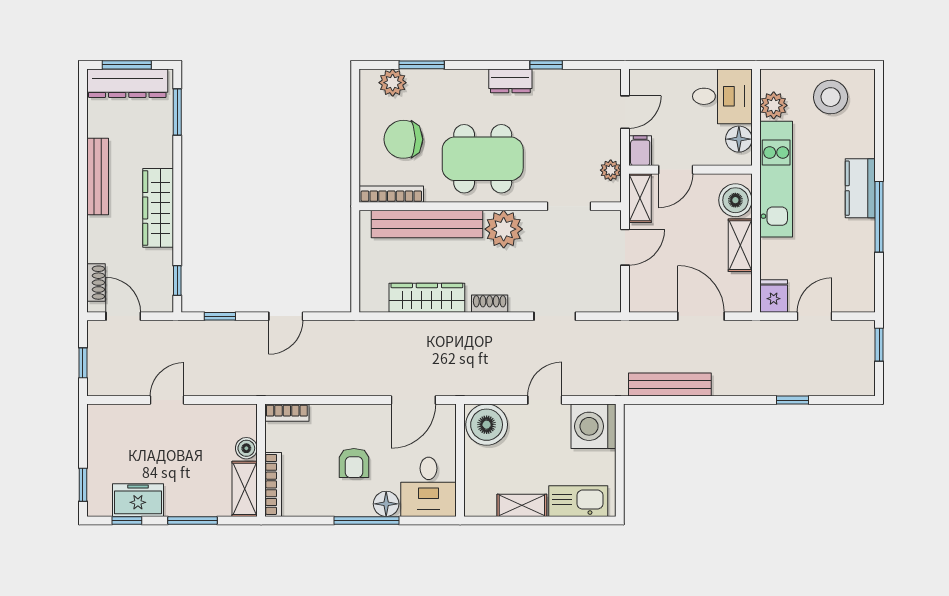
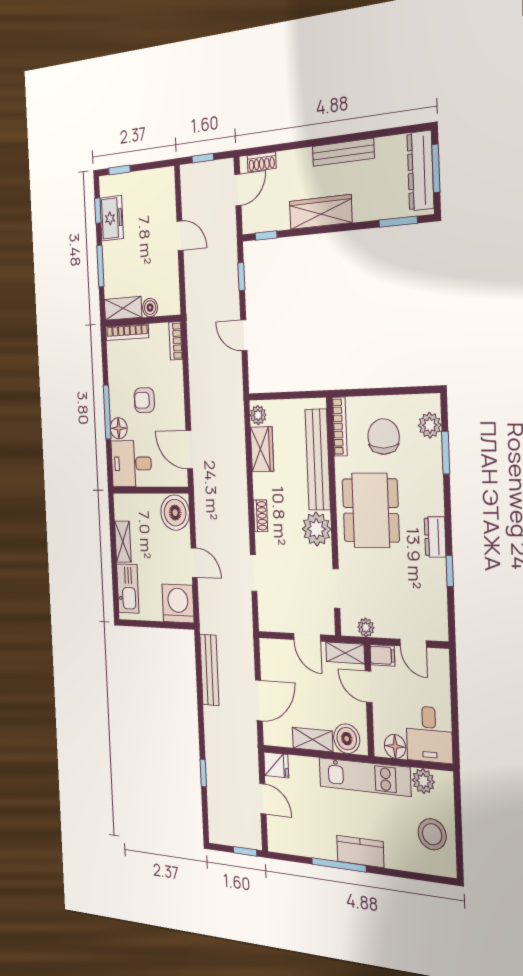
wardrobe: (427, 298) -> (262, 449), width x0.67
plant: (376, 301) -> (258, 415), added

